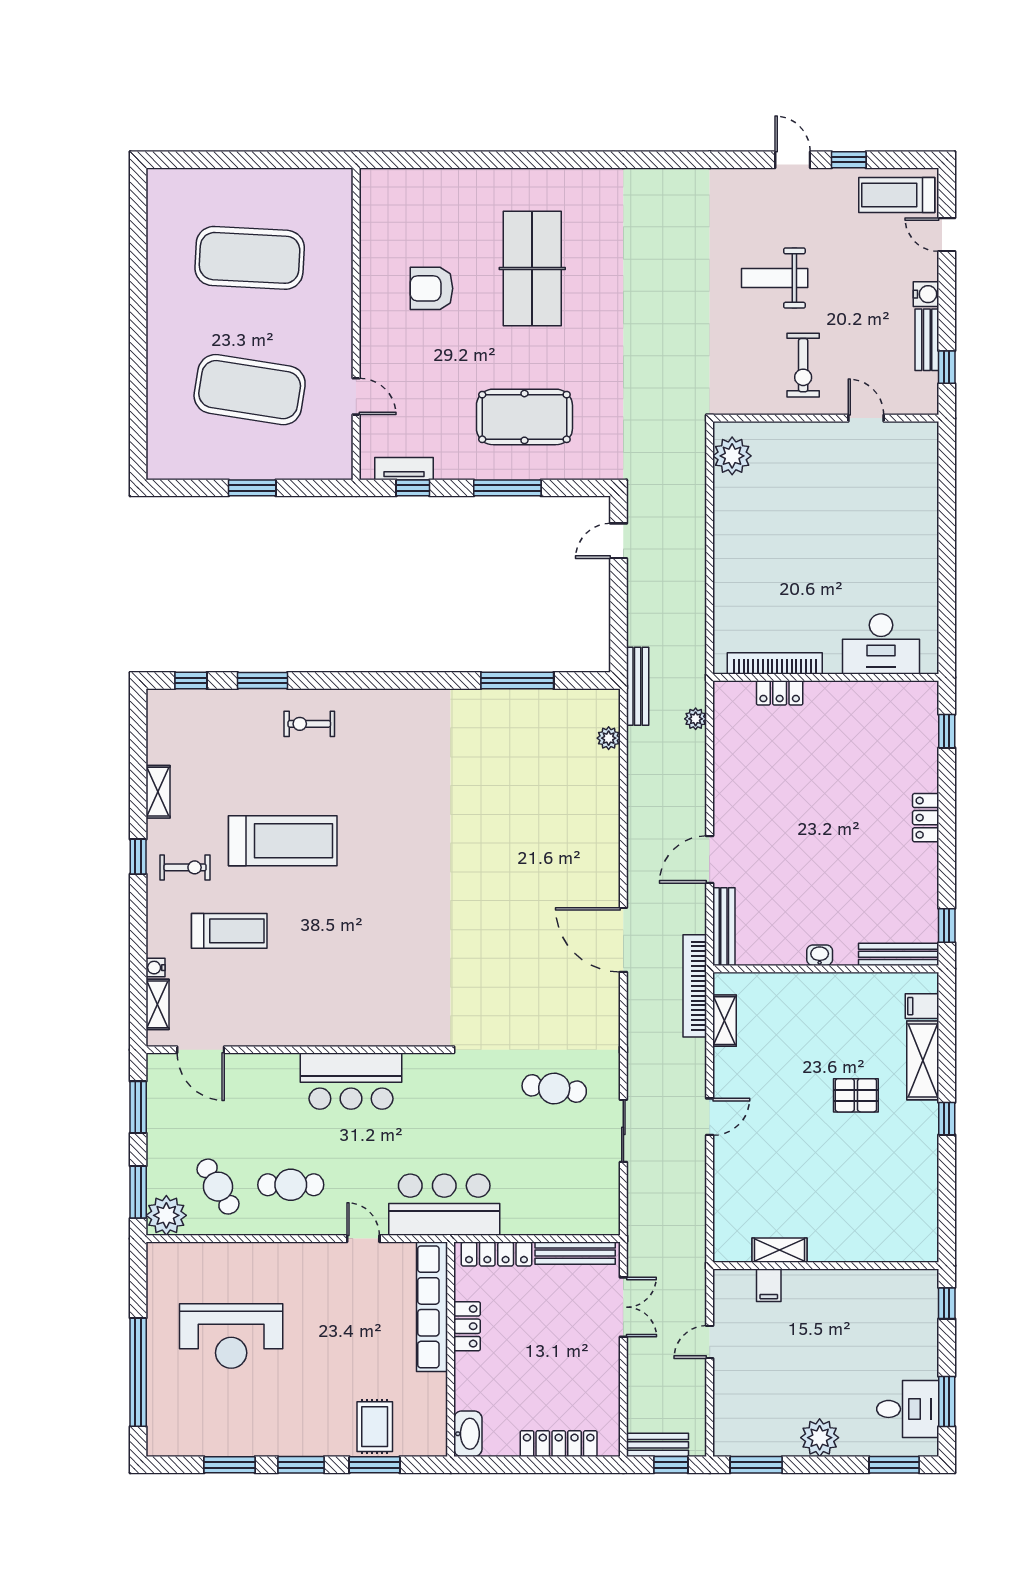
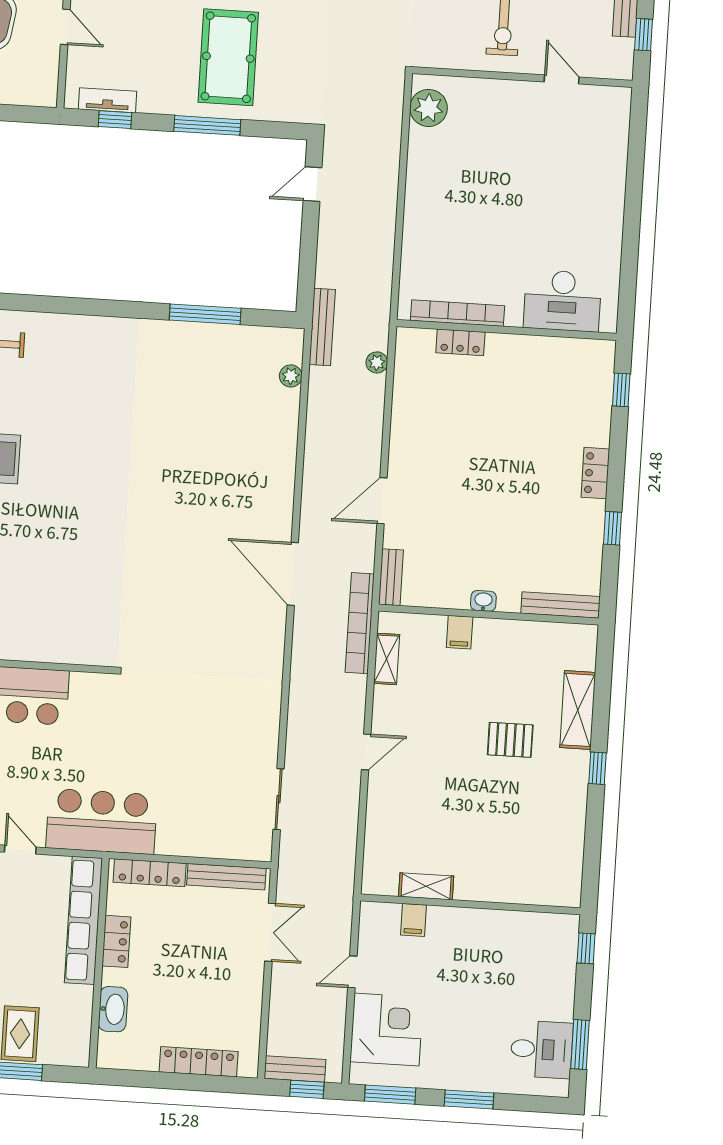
pool table: (524, 417) -> (228, 57), turned 90
window: (947, 925) -> (613, 528), moved
bench: (724, 927) -> (391, 577), width x0.73
filing cabinet: (922, 1006) -> (460, 632), moved, turned -90
cafe table: (554, 1089) -> (216, 715), removed
sliding door: (623, 1131) -> (279, 799), moved
corner desk: (748, 1399) -> (387, 1030), added
washbasin: (468, 1434) -> (113, 1009), moved
plant: (820, 1438) -> (454, 1072), removed
window: (894, 1465) -> (469, 1100), moved

